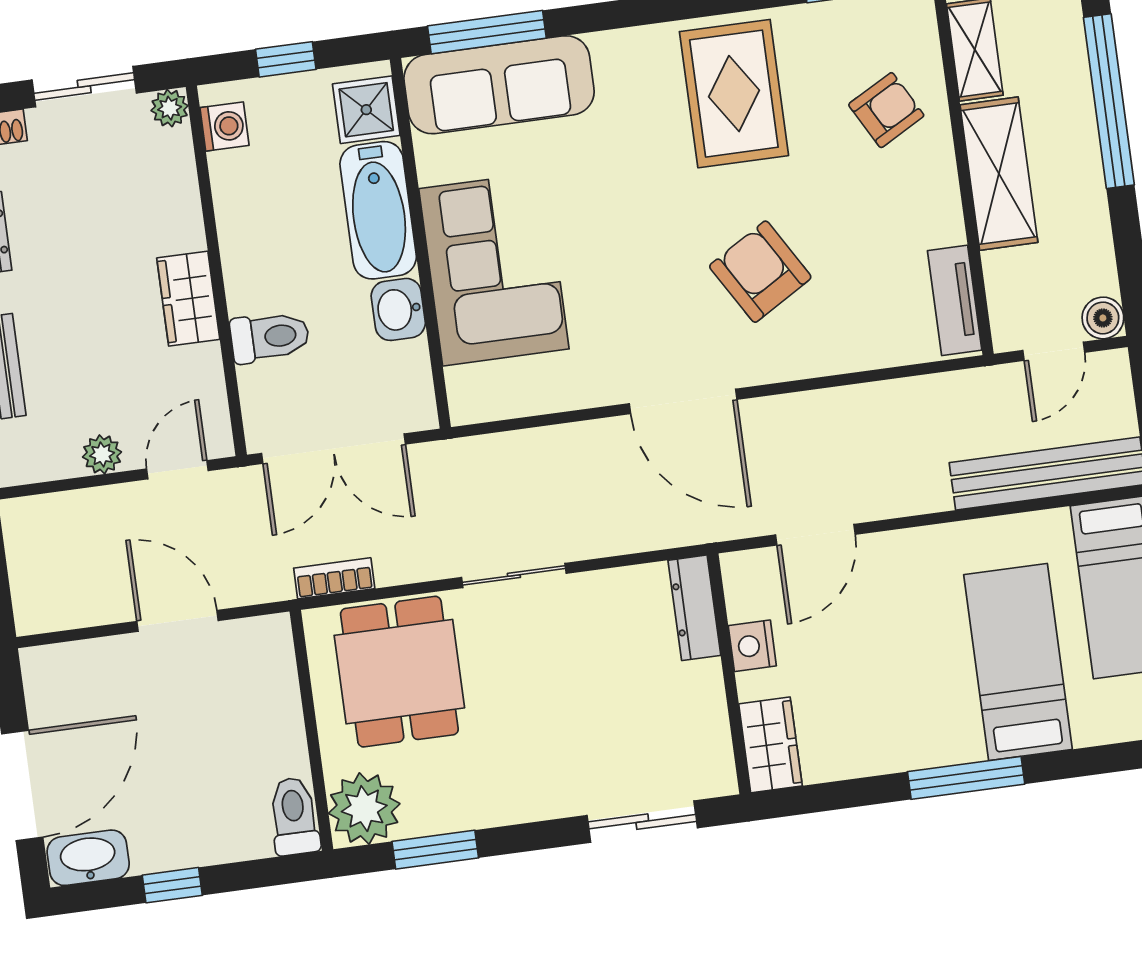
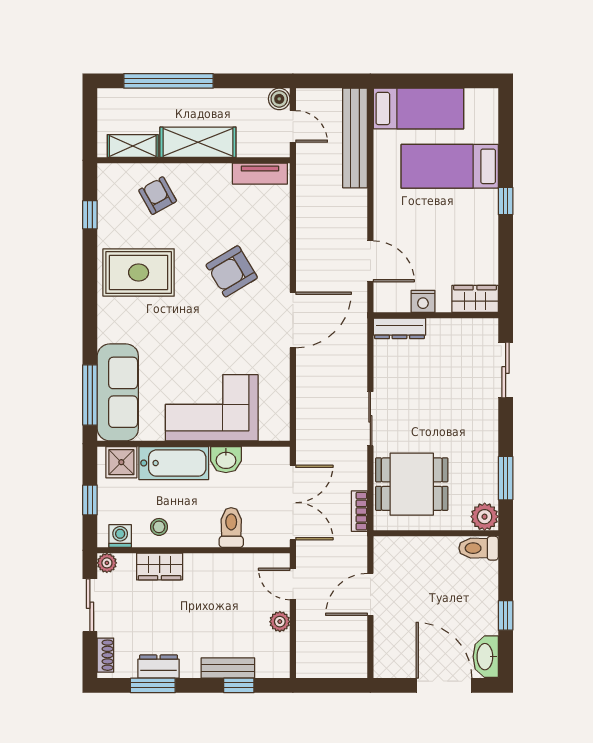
stool: (252, 199) -> (159, 527), added
wardrobe: (188, 299) -> (160, 567), moved
window: (966, 778) -> (506, 201), width x0.46
plant: (364, 809) -> (485, 517), width x0.73, depth x0.73

